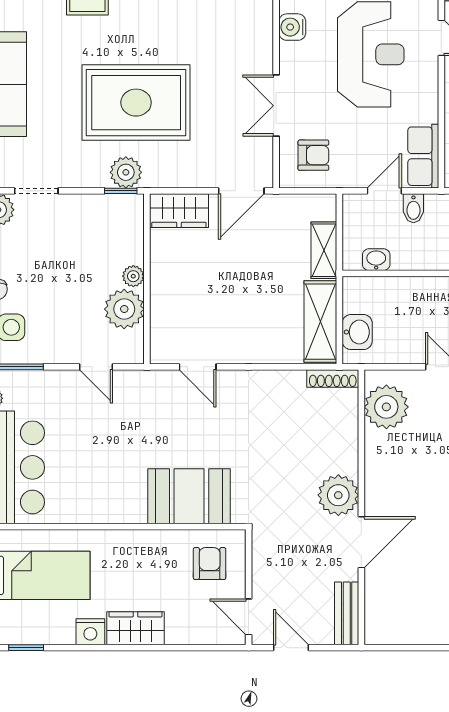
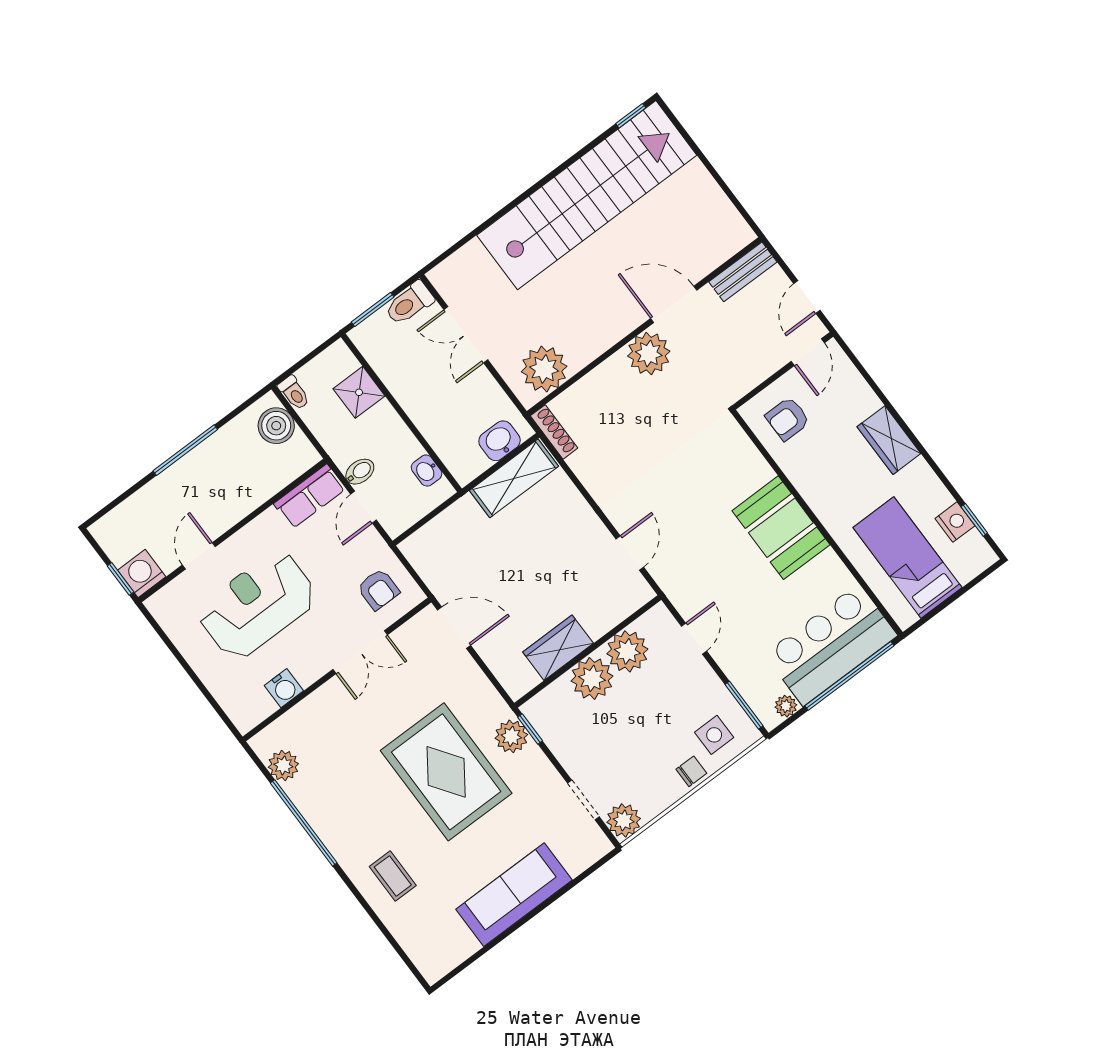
armchair: (313, 155) -> (378, 589), turned 180
door: (384, 191) -> (363, 507), hinge flipped
wardrobe: (179, 211) -> (558, 648), moved, turned -90
shelving: (324, 250) -> (452, 520), removed
plant: (133, 276) -> (592, 678), width x1.88, depth x1.88
booth: (189, 496) -> (781, 528), moved
nightstand: (90, 632) -> (955, 522), moved

